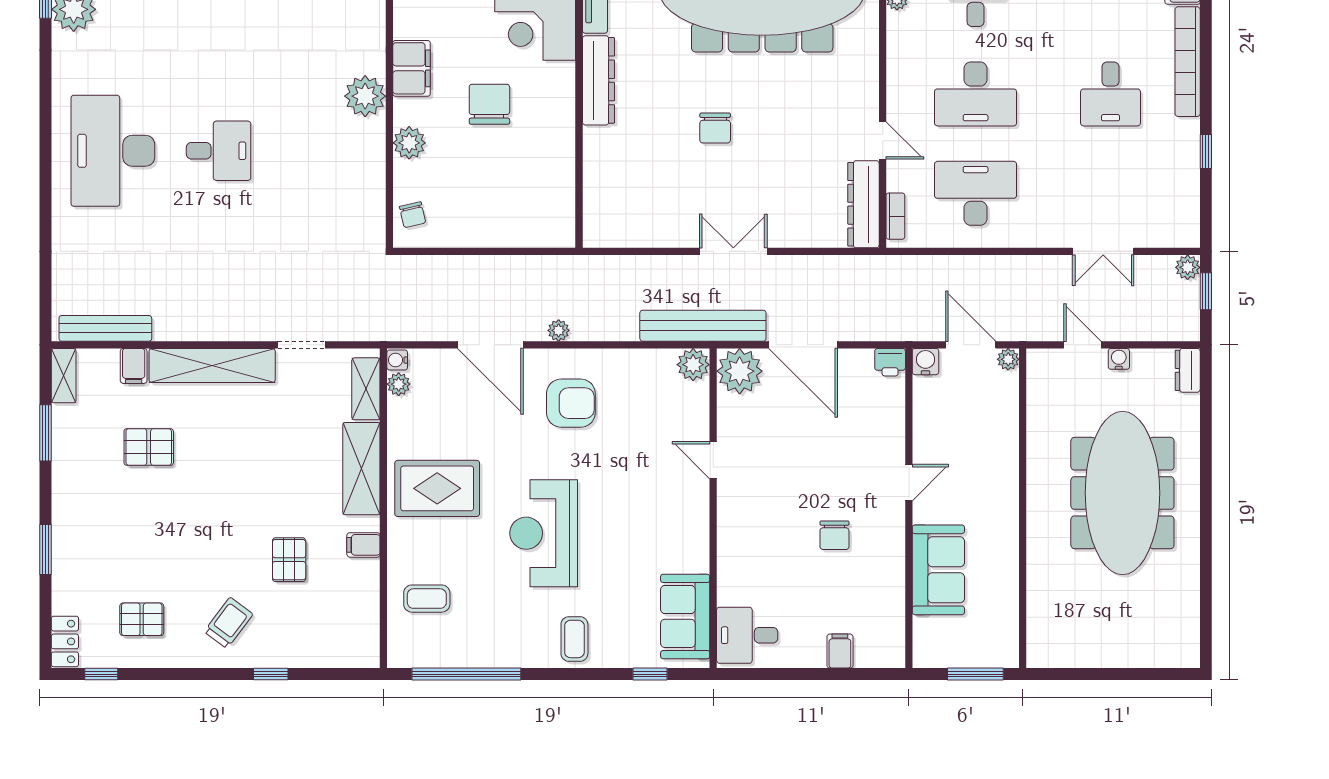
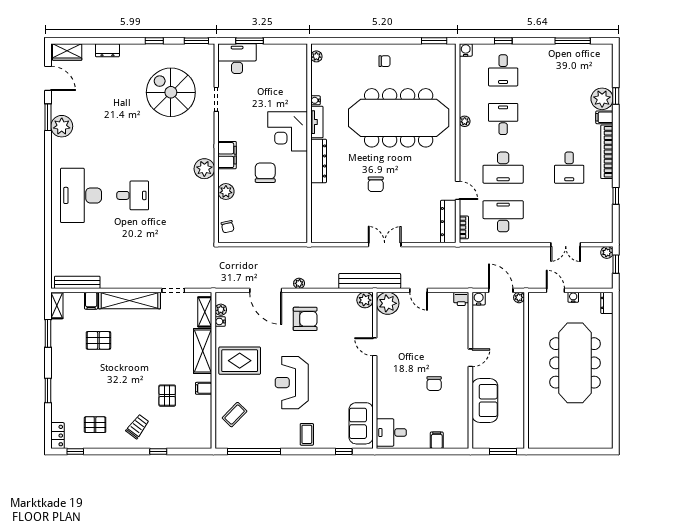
door: (803, 345) -> (419, 290), width x0.53
water cooler: (397, 360) -> (220, 321), moved
coffee table: (427, 599) -> (235, 415), turned -46

